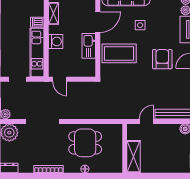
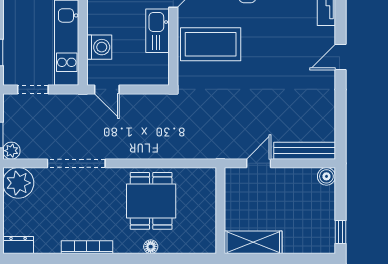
washing machine: (56, 41) -> (99, 47), moved
armchair: (162, 59) -> (286, 54), removed
dining table: (85, 143) -> (151, 201), turned 90
shelving: (134, 157) -> (253, 242), moved, turned 90

